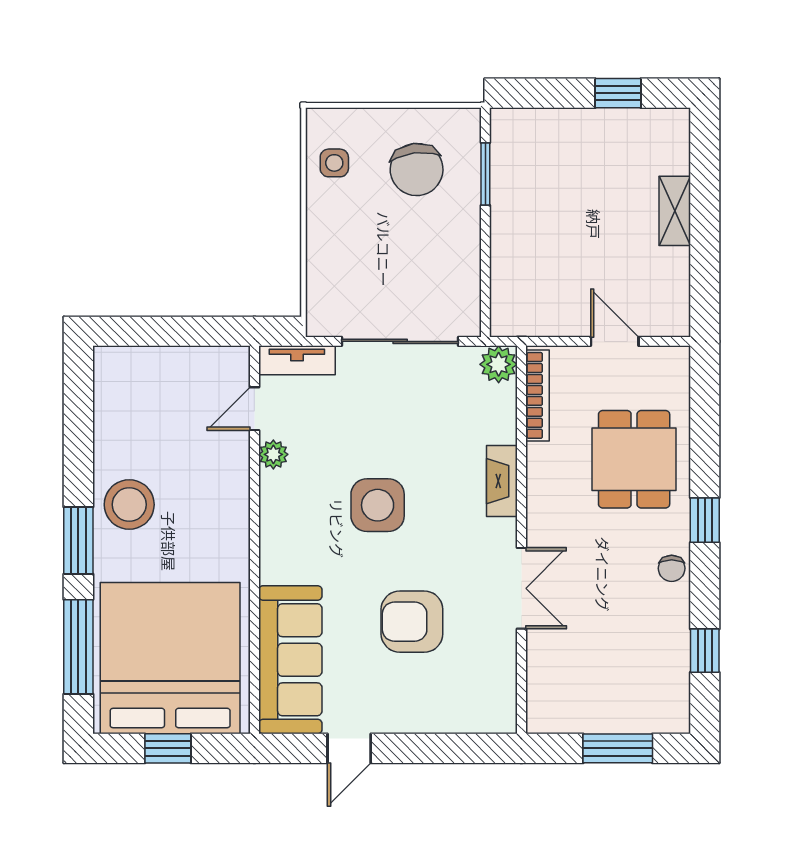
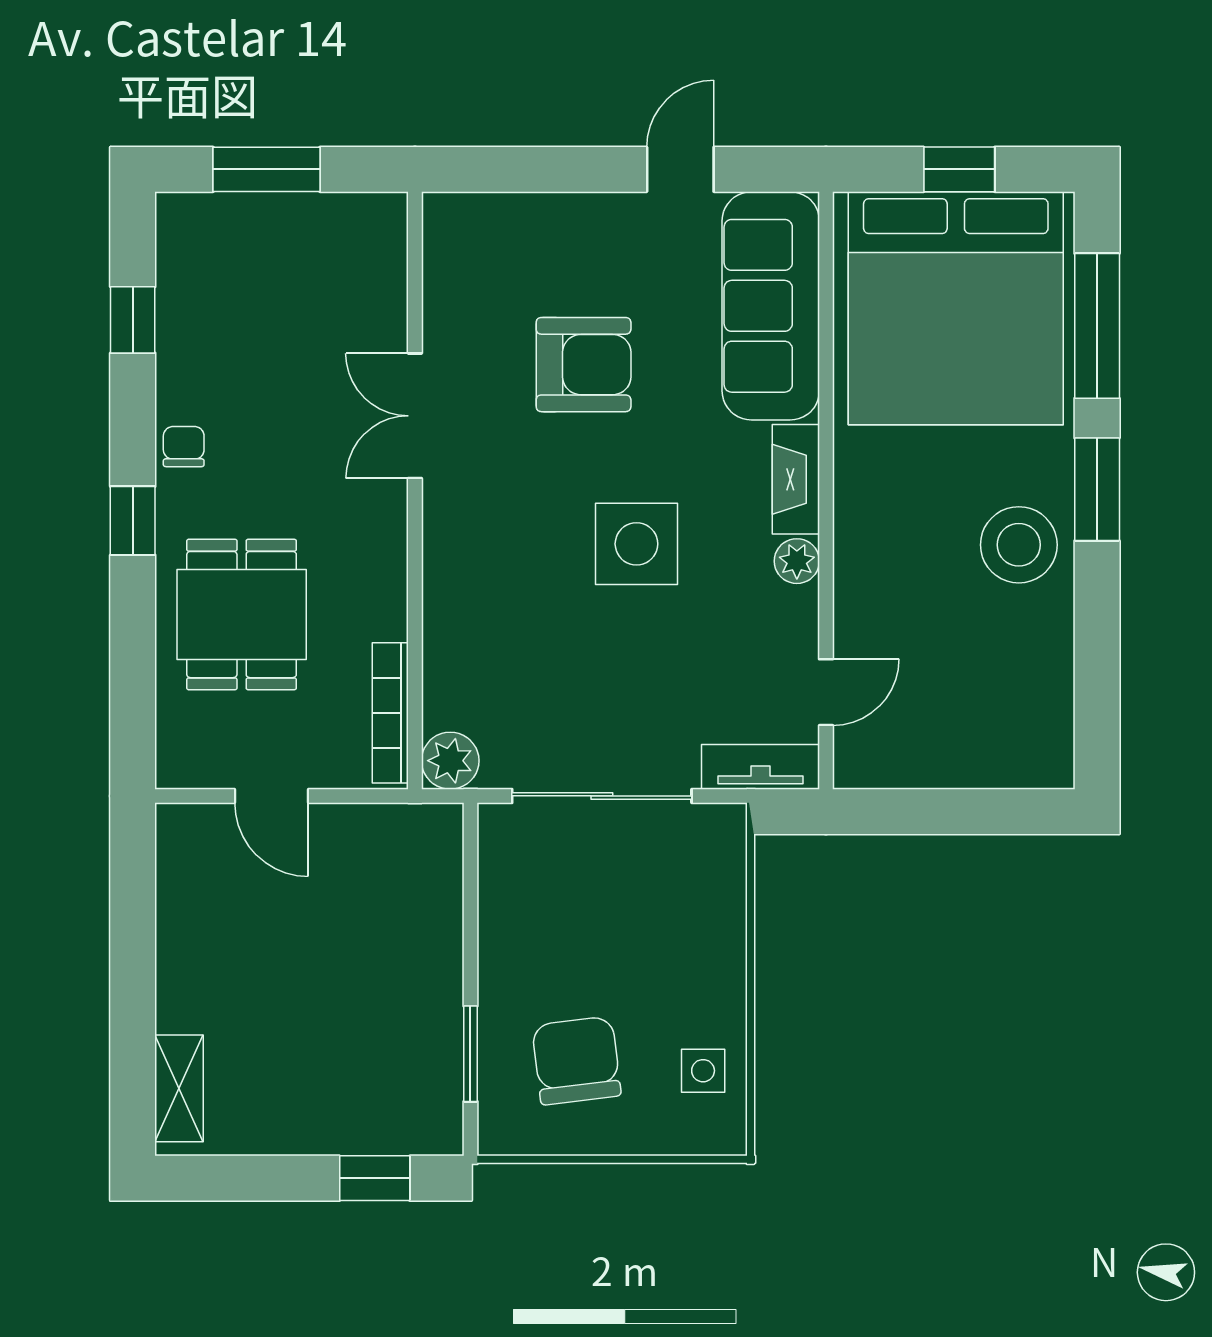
window: (618, 93) -> (375, 1178), moved
shelving: (675, 211) -> (179, 1088), moved
plant: (273, 454) -> (797, 561), moved
fireplace: (502, 481) -> (796, 479), moved, turned 180

